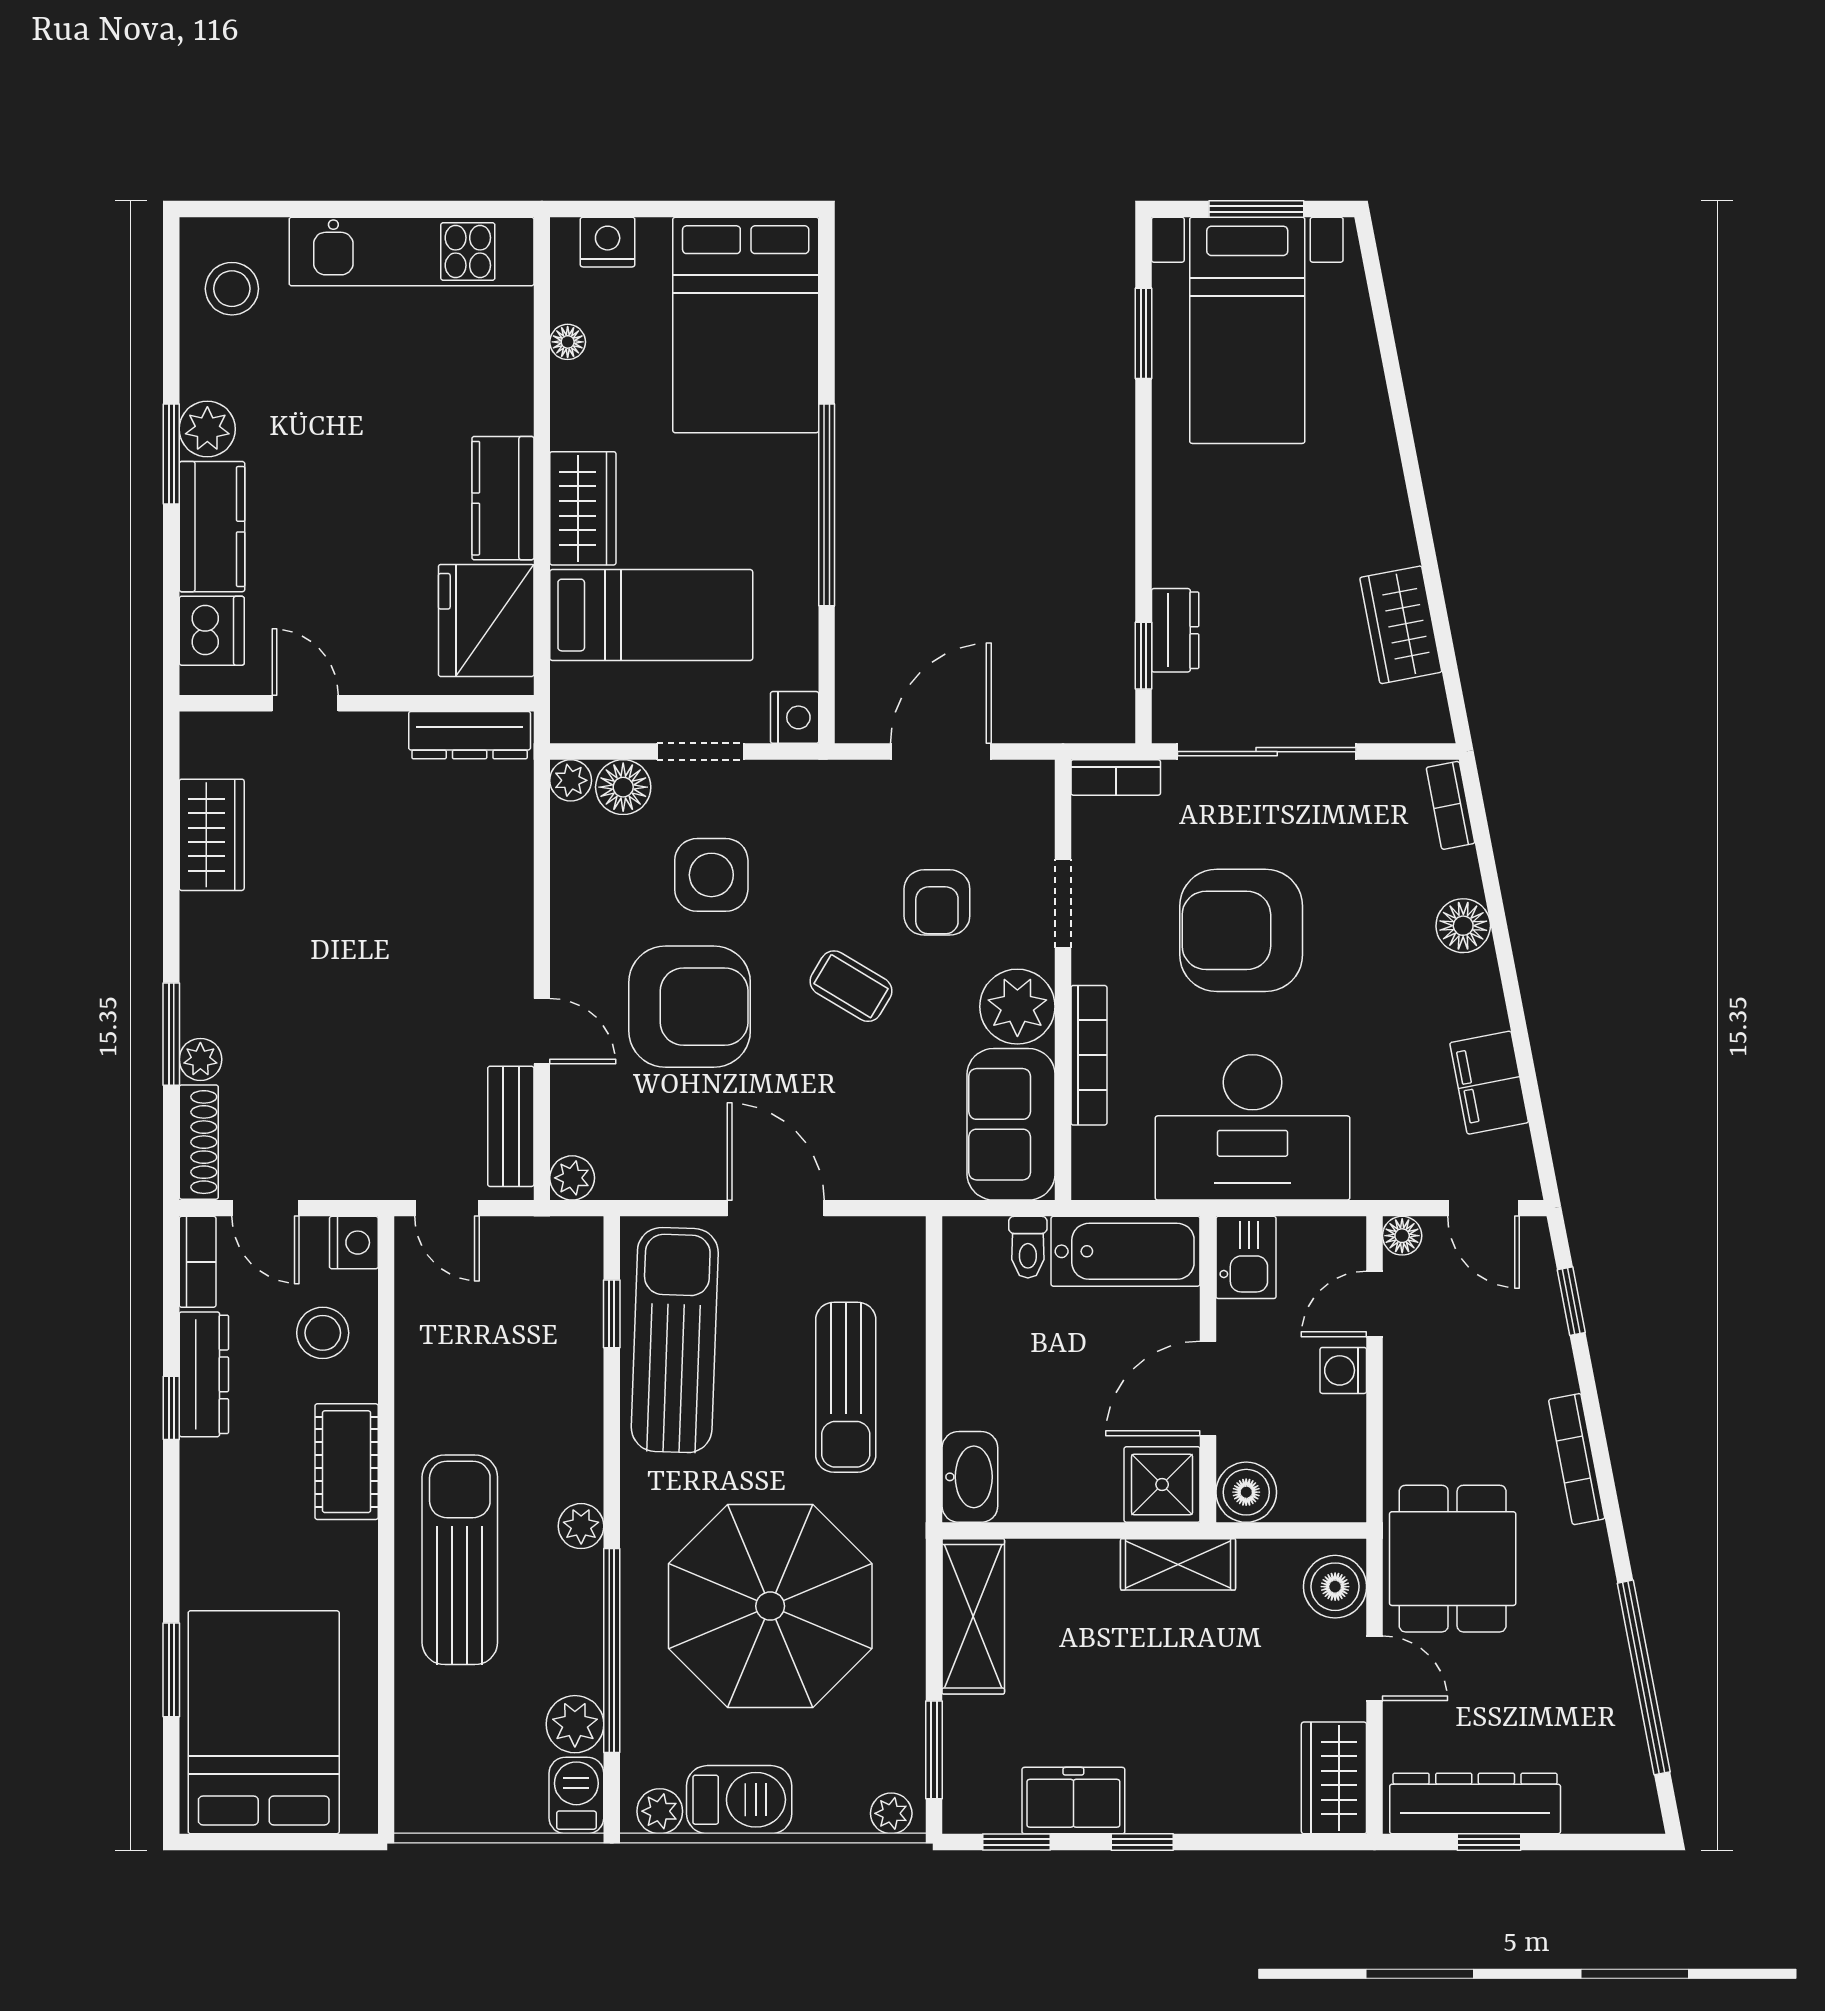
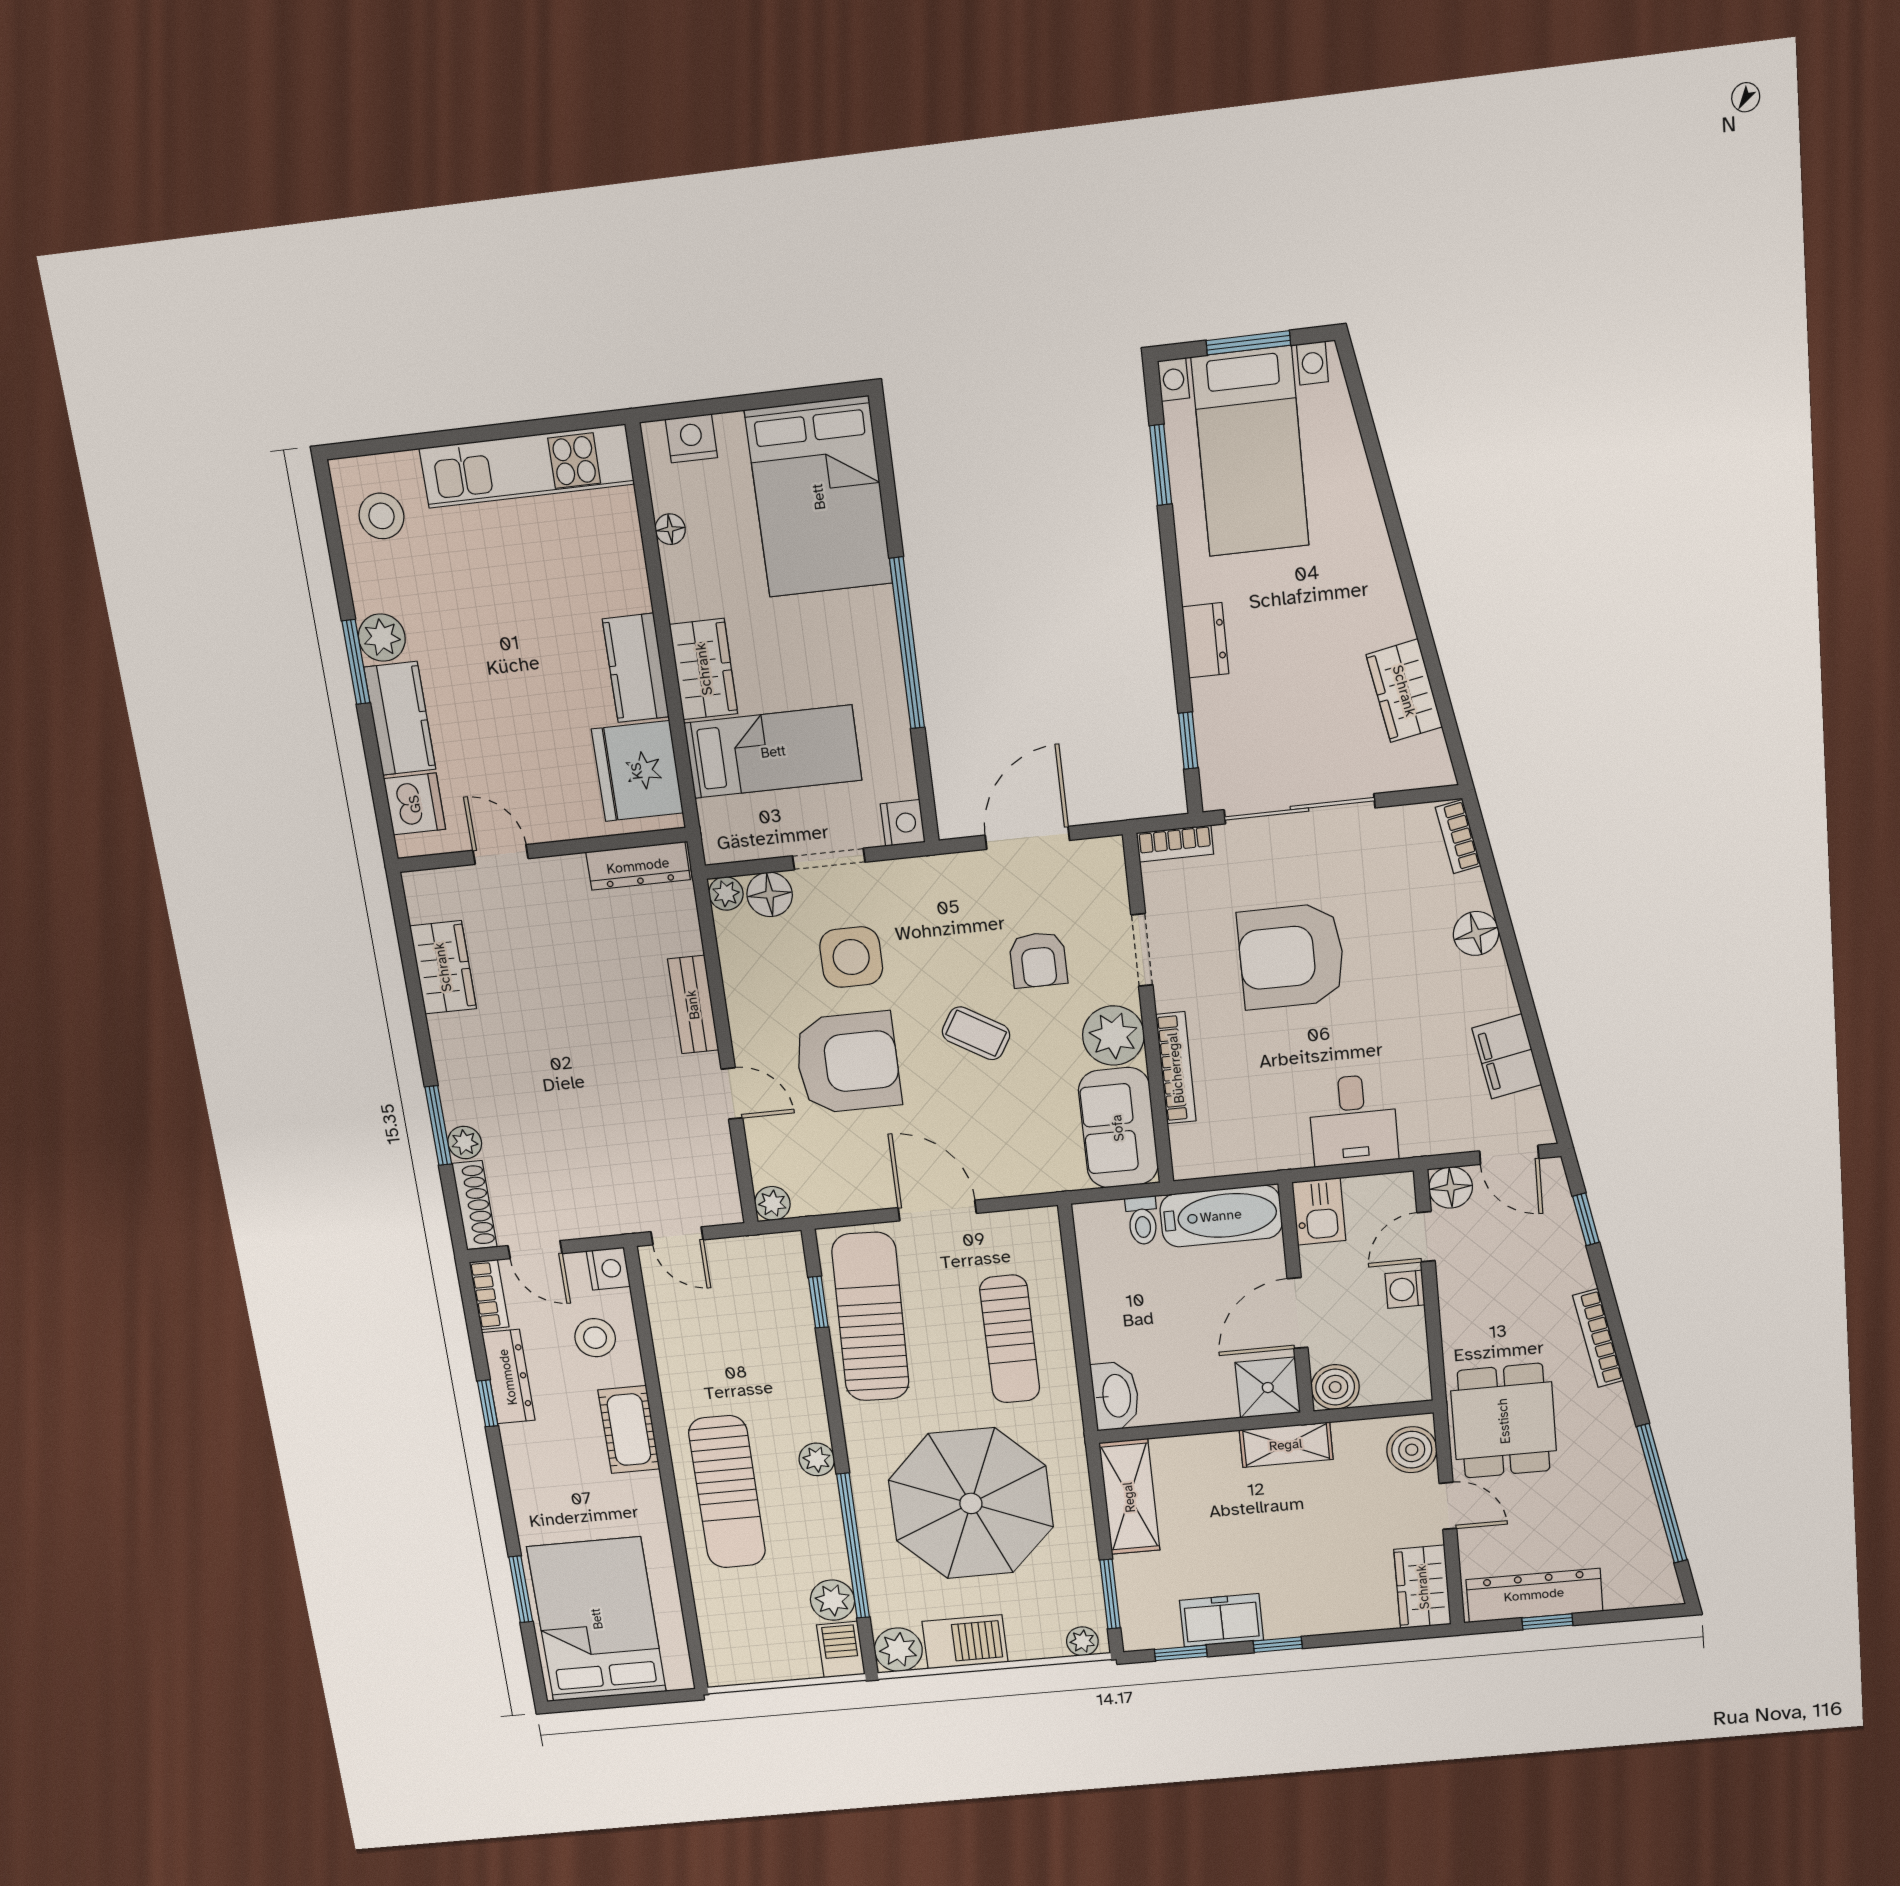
dresser: (1175, 630) -> (1205, 640), moved
bench: (511, 1126) -> (693, 1005), moved
desk: (1253, 1127) -> (1353, 1120), width x0.53, depth x0.77
floor lamp: (1402, 1236) -> (1451, 1187), width x1.37, depth x1.37
sun lounger: (460, 1560) -> (727, 1492), turned 180
plant: (660, 1811) -> (898, 1650), width x1.38, depth x1.38

